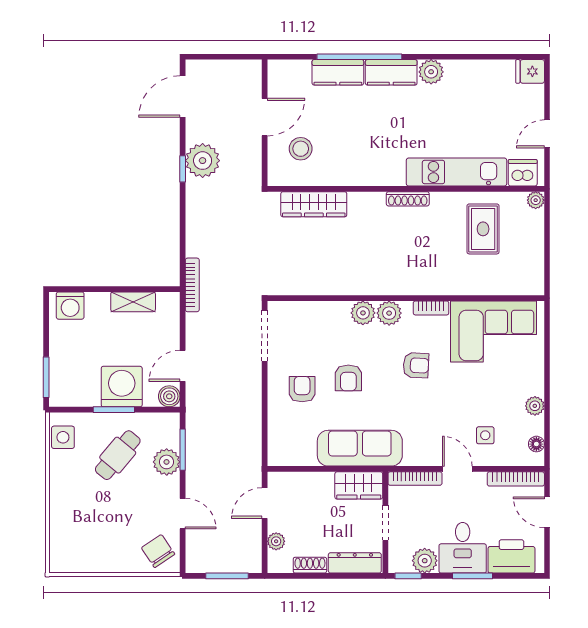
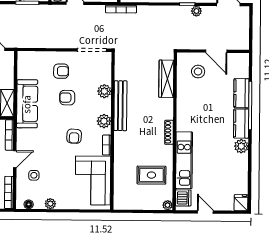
plant: (203, 161) -> (196, 11), width x0.53, depth x0.53
bench: (362, 284) -> (120, 106), added
plant: (363, 313) -> (104, 91), moved

